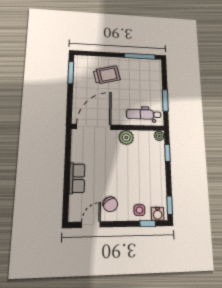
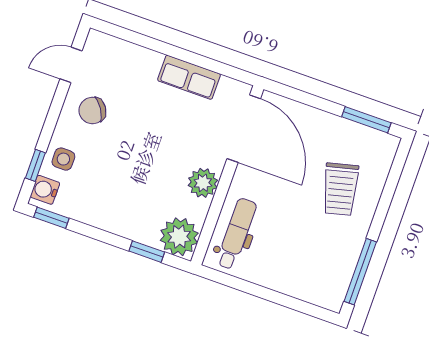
window: (165, 100) -> (251, 288), removed
plant: (159, 136) -> (179, 237), width x1.87, depth x1.87
row of seats: (77, 178) -> (189, 77), moved
door: (91, 225) -> (71, 65), swing flipped

